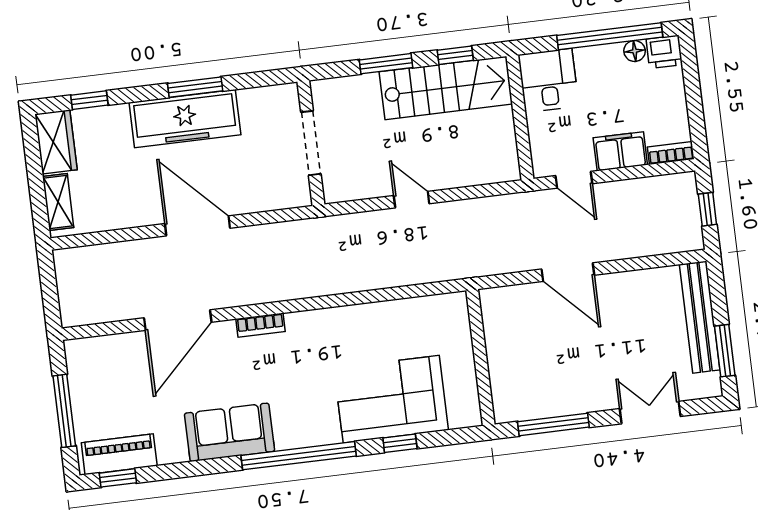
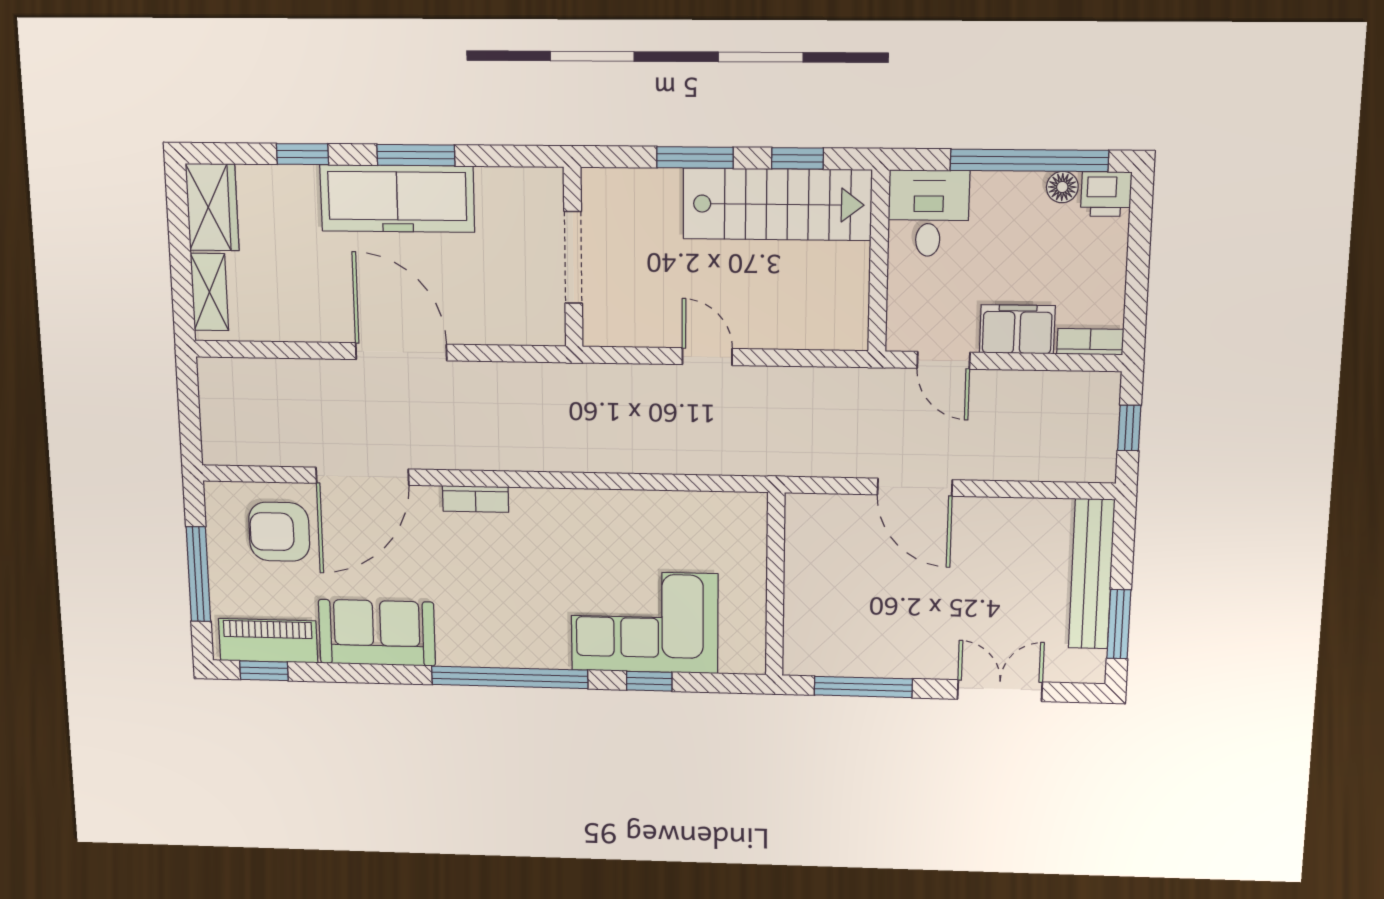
window: (89, 100) -> (302, 154), moved
armchair: (121, 370) -> (279, 532), added
sofa: (229, 432) -> (377, 633), moved

